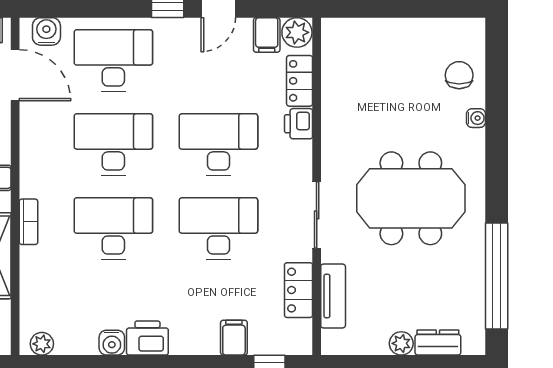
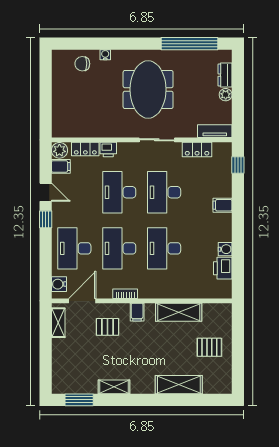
bookcase: (28, 222) -> (125, 294), moved
tv unit: (333, 296) -> (215, 131), moved
printer: (147, 338) -> (223, 268), moved
filing cabinet: (234, 338) -> (222, 205), moved
plant: (42, 344) -> (226, 287), removed

